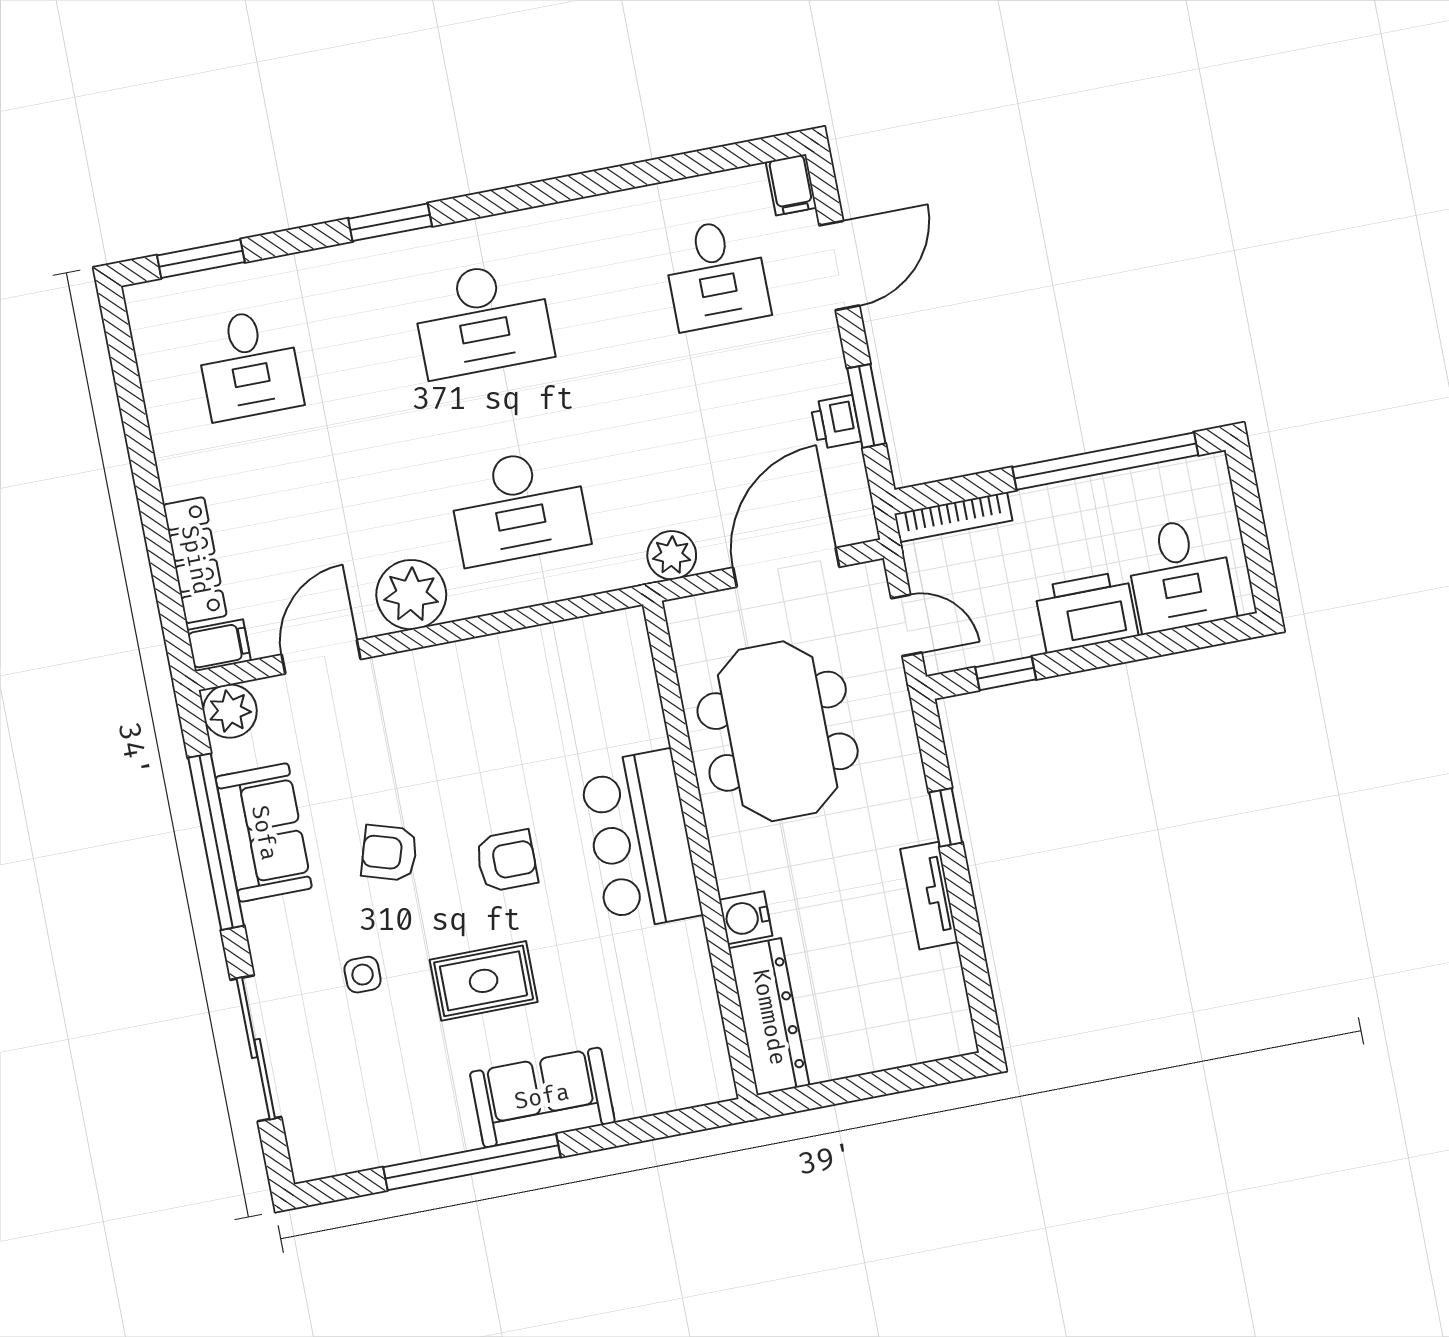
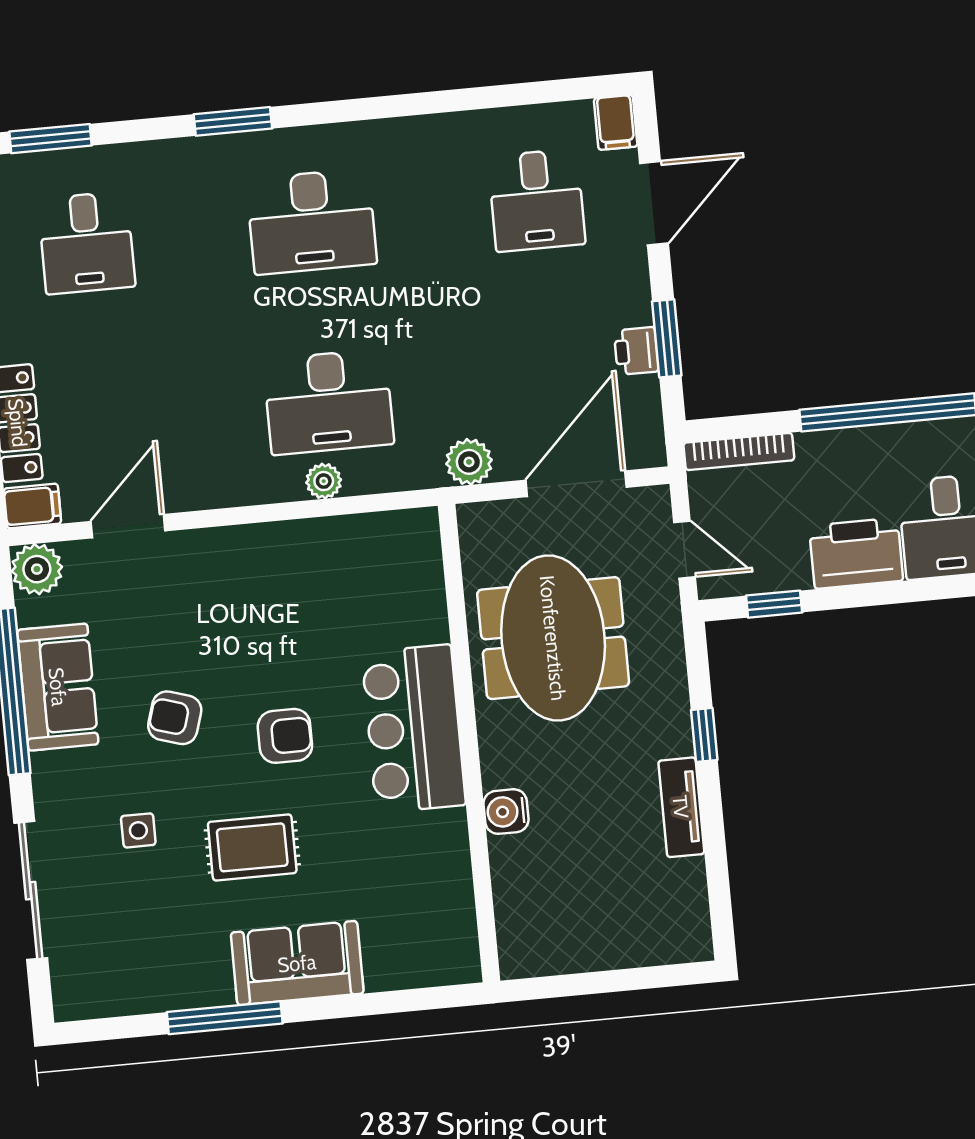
plant: (411, 595) -> (324, 481), moved, width x0.53, depth x0.53
dresser: (769, 1017) -> (519, 907), removed
window: (472, 1162) -> (225, 1018), width x0.68

